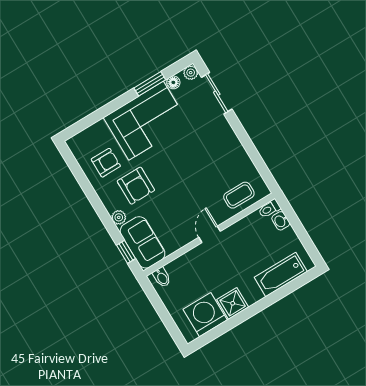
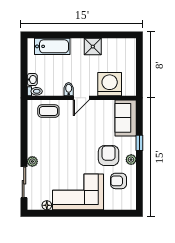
plant: (191, 73) -> (32, 161), moved
window: (150, 84) -> (62, 213), removed
plant: (119, 217) -> (131, 160), moved
window: (126, 252) -> (139, 143), moved
bidet: (162, 277) -> (69, 89), moved
washing machine: (205, 315) -> (110, 84), moved, turned 180

